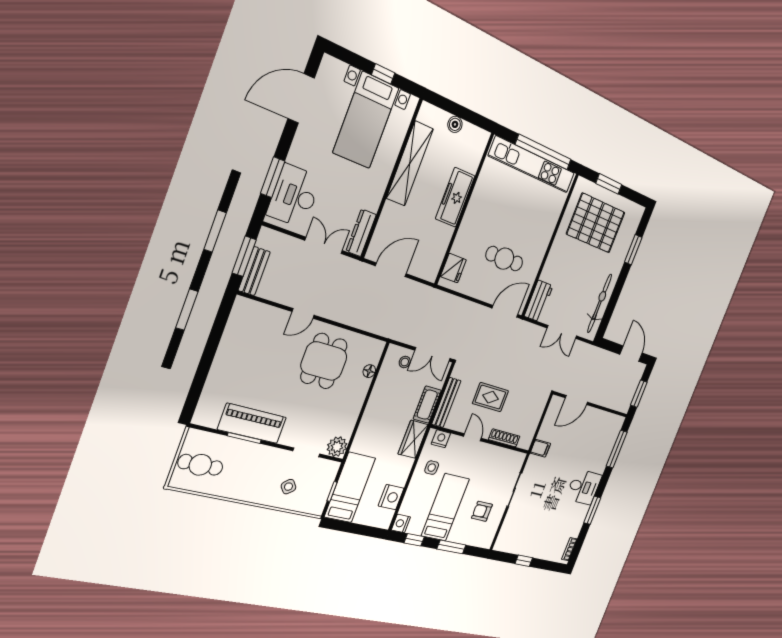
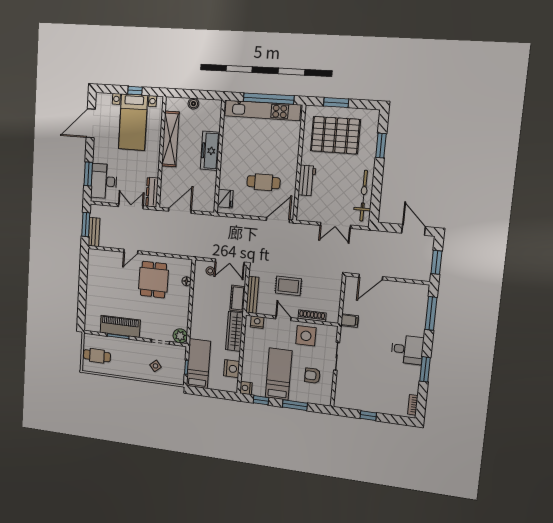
workbench: (539, 301) -> (307, 181), moved
wardrobe: (413, 439) -> (234, 331), width x1.50
side table: (432, 468) -> (306, 336), moved, width x1.87, depth x1.87

